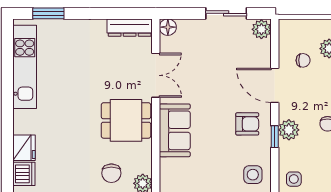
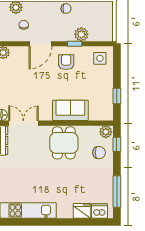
double door: (156, 75) -> (23, 123), moved
plant: (289, 130) -> (81, 34), moved
side table: (294, 179) -> (103, 31), removed

